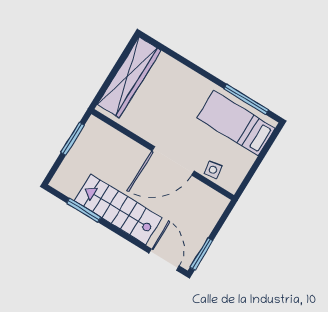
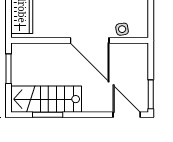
door: (173, 161) -> (90, 40), hinge flipped
stairs: (118, 209) -> (46, 99), moved

